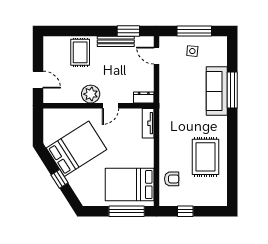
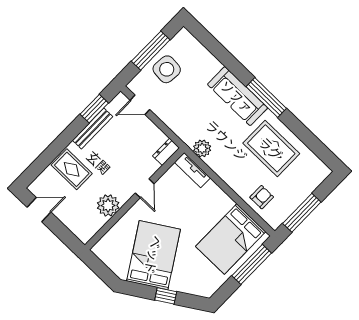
side table: (192, 51) -> (167, 69), width x1.87, depth x1.87
door: (38, 80) -> (39, 210), moved
window: (232, 90) -> (266, 98), moved
sofa: (217, 91) -> (237, 96), moved
plant: (91, 94) -> (108, 205), moved
plant: (166, 117) -> (202, 148), added
window: (185, 211) -> (302, 213), width x2.17

